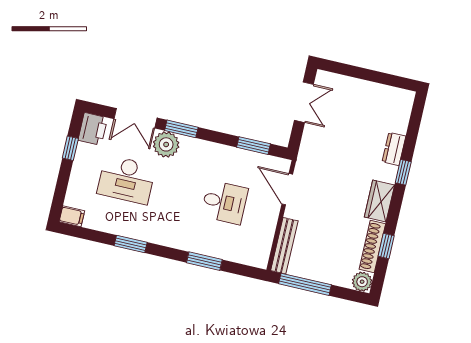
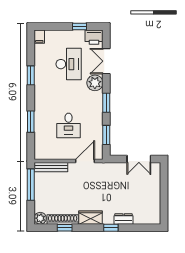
window: (181, 129) -> (106, 103), moved
desk: (126, 180) -> (69, 64), turned 180

